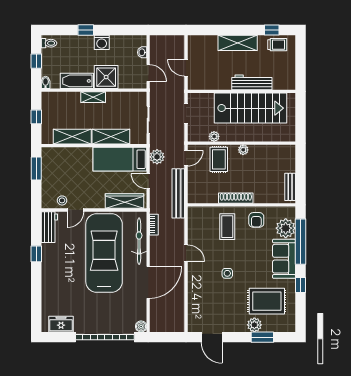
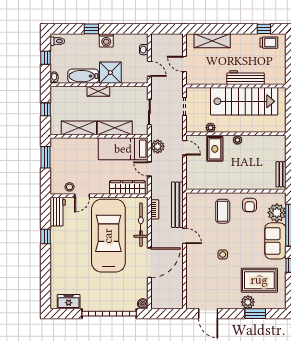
shelving: (238, 43) -> (212, 41), moved
door: (186, 158) -> (184, 148), hinge flipped
bench: (178, 193) -> (177, 205), moved
shoe rack: (236, 198) -> (231, 185), removed

